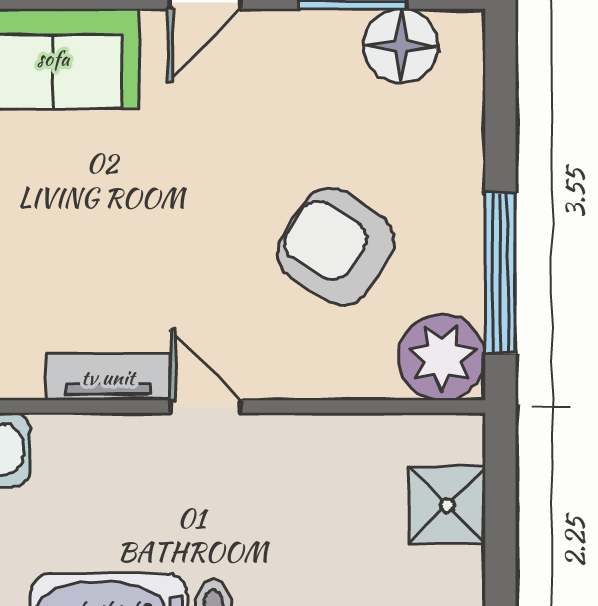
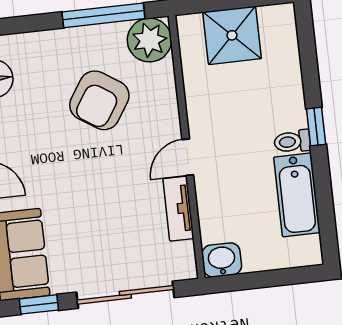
shower: (447, 505) -> (232, 35), width x1.36, depth x1.36

